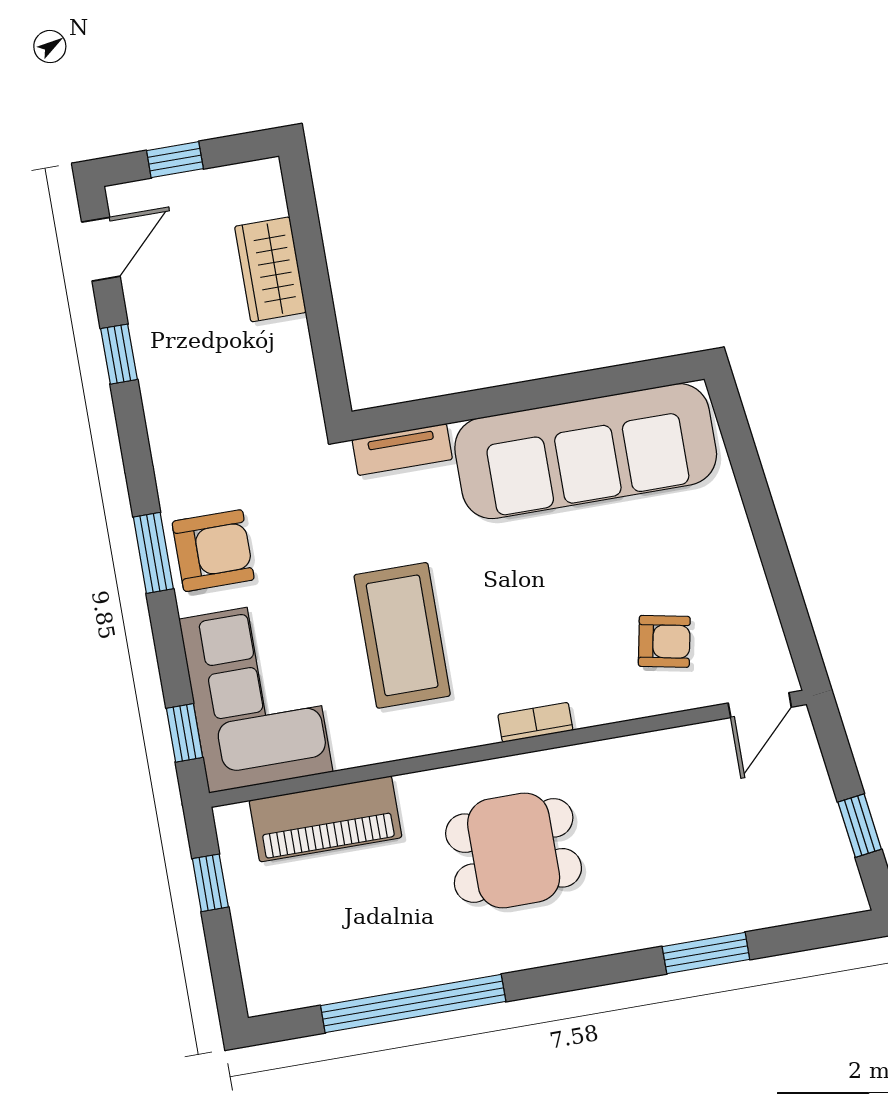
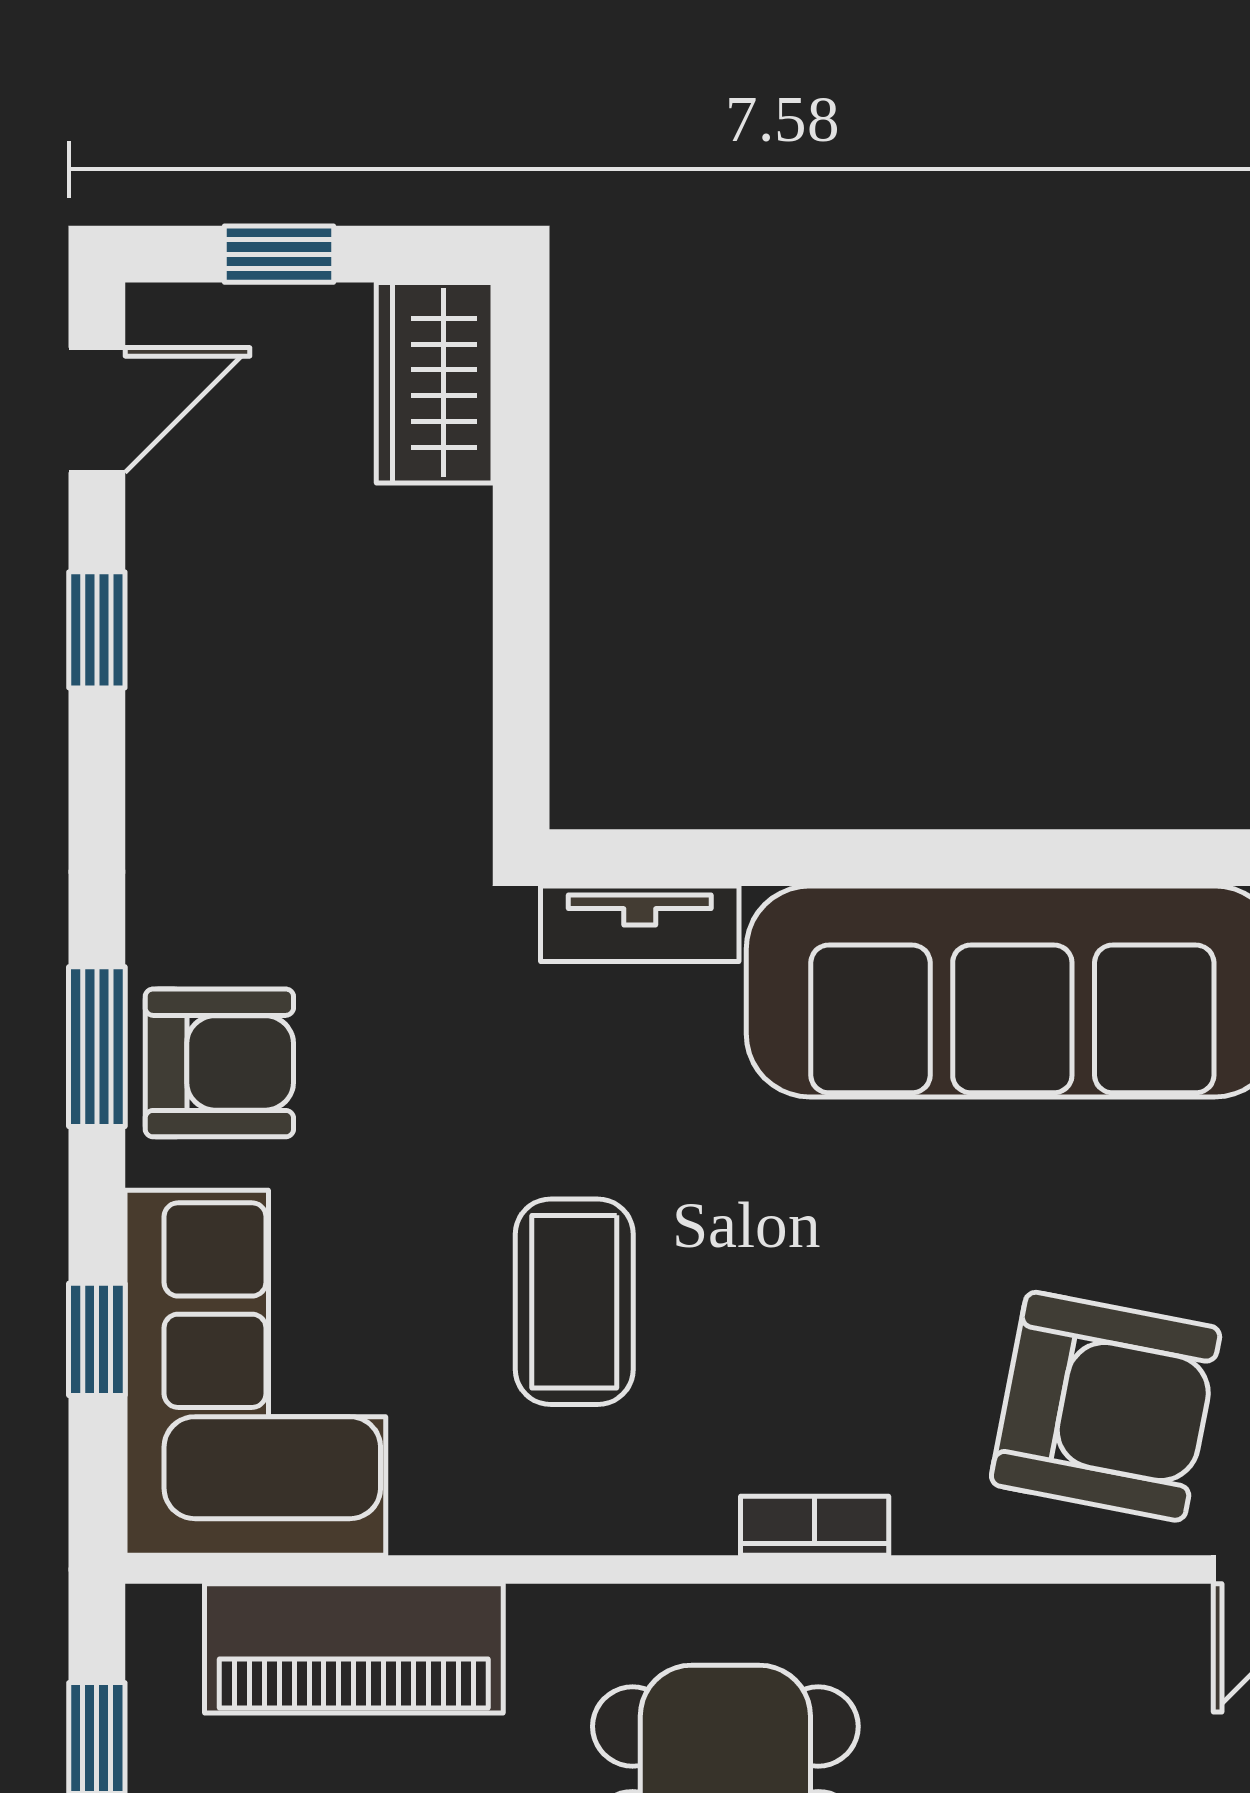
wardrobe: (270, 269) -> (435, 383), moved
coffee table: (402, 635) -> (574, 1302), width x0.73, depth x0.76
armchair: (664, 641) -> (1106, 1406), width x1.88, depth x1.88
window: (184, 733) -> (97, 1339), moved

